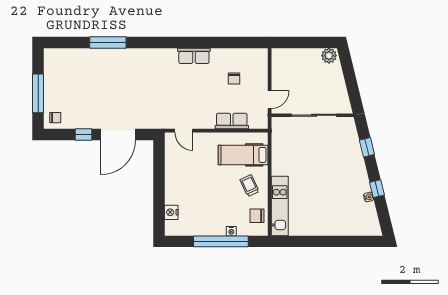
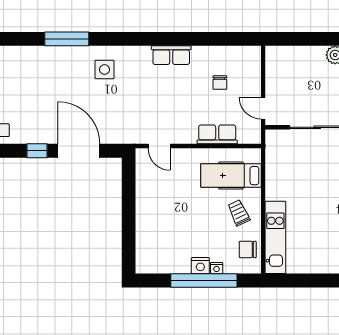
side table: (139, 68) -> (105, 70), added
door: (270, 99) -> (263, 108), swing flipped
door: (118, 135) -> (79, 151), swing flipped
nightstand: (171, 212) -> (200, 266), moved, turned -90

